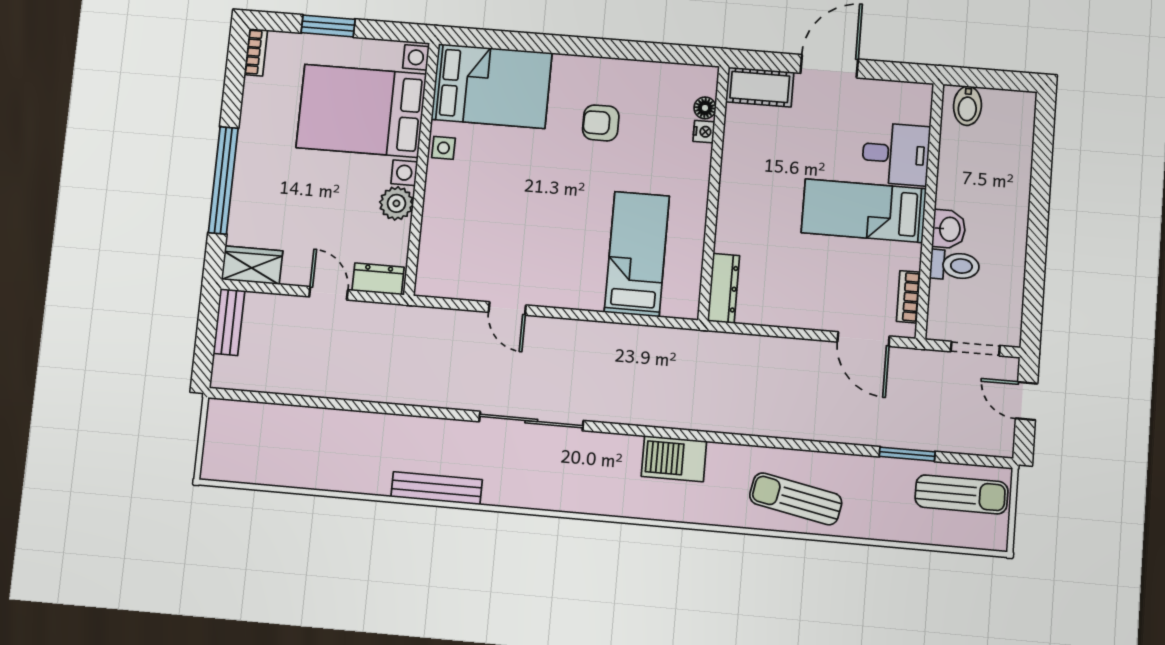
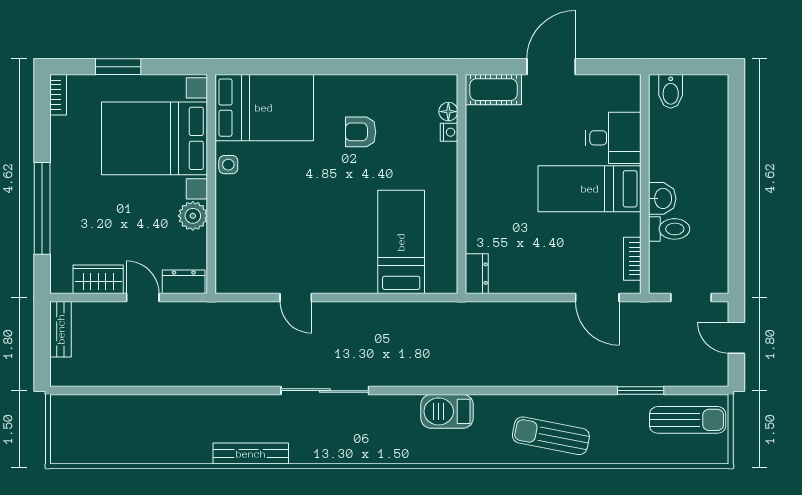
wardrobe: (252, 265) -> (98, 279), moved
dresser: (724, 288) -> (477, 274), width x0.70

